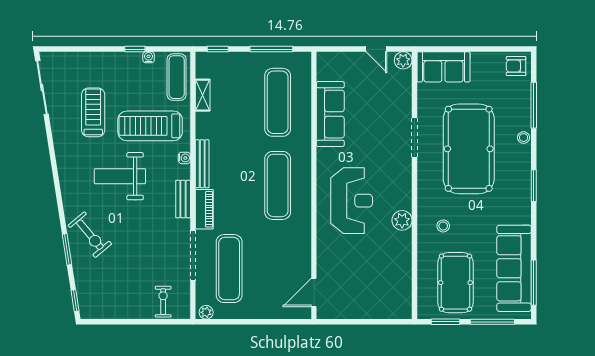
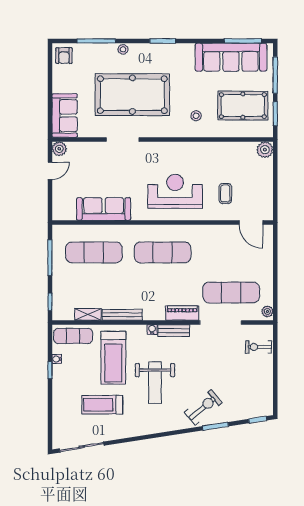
water cooler: (184, 158) -> (152, 329), moved
bench: (202, 164) -> (122, 315), moved
plant: (402, 220) -> (265, 150), moved
coffee table: (349, 261) -> (225, 194), added

